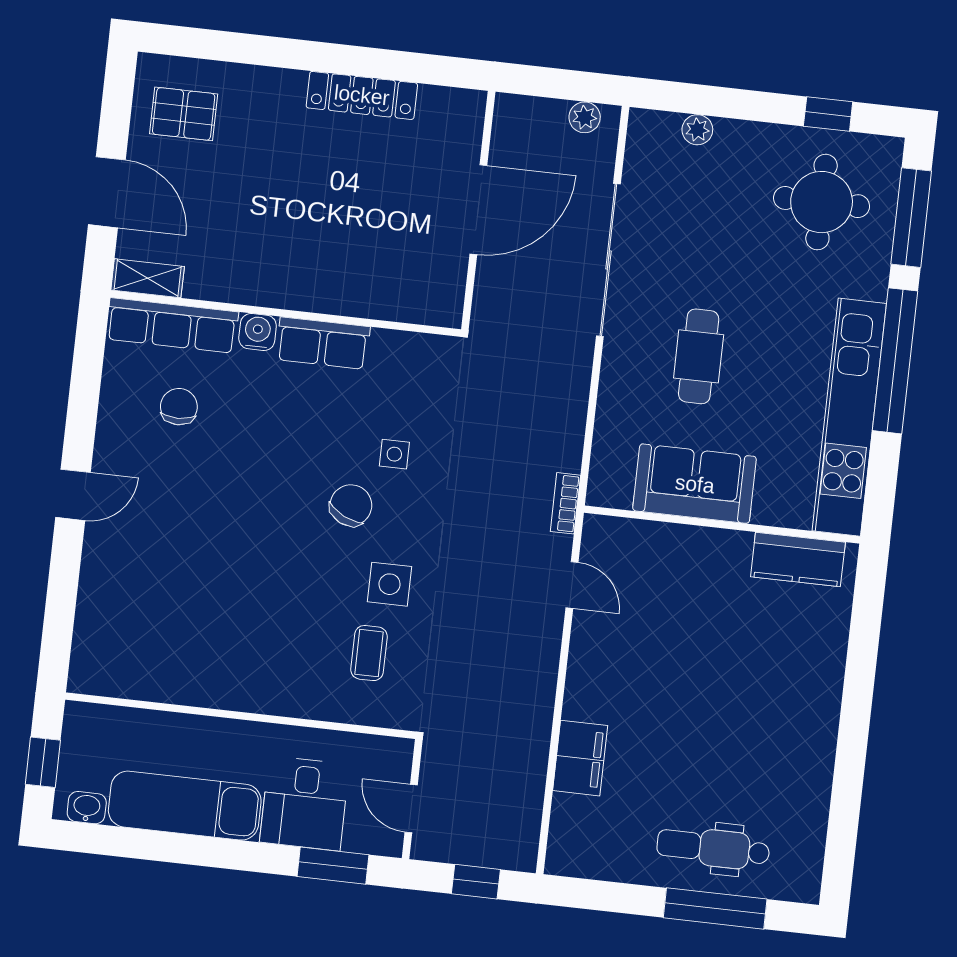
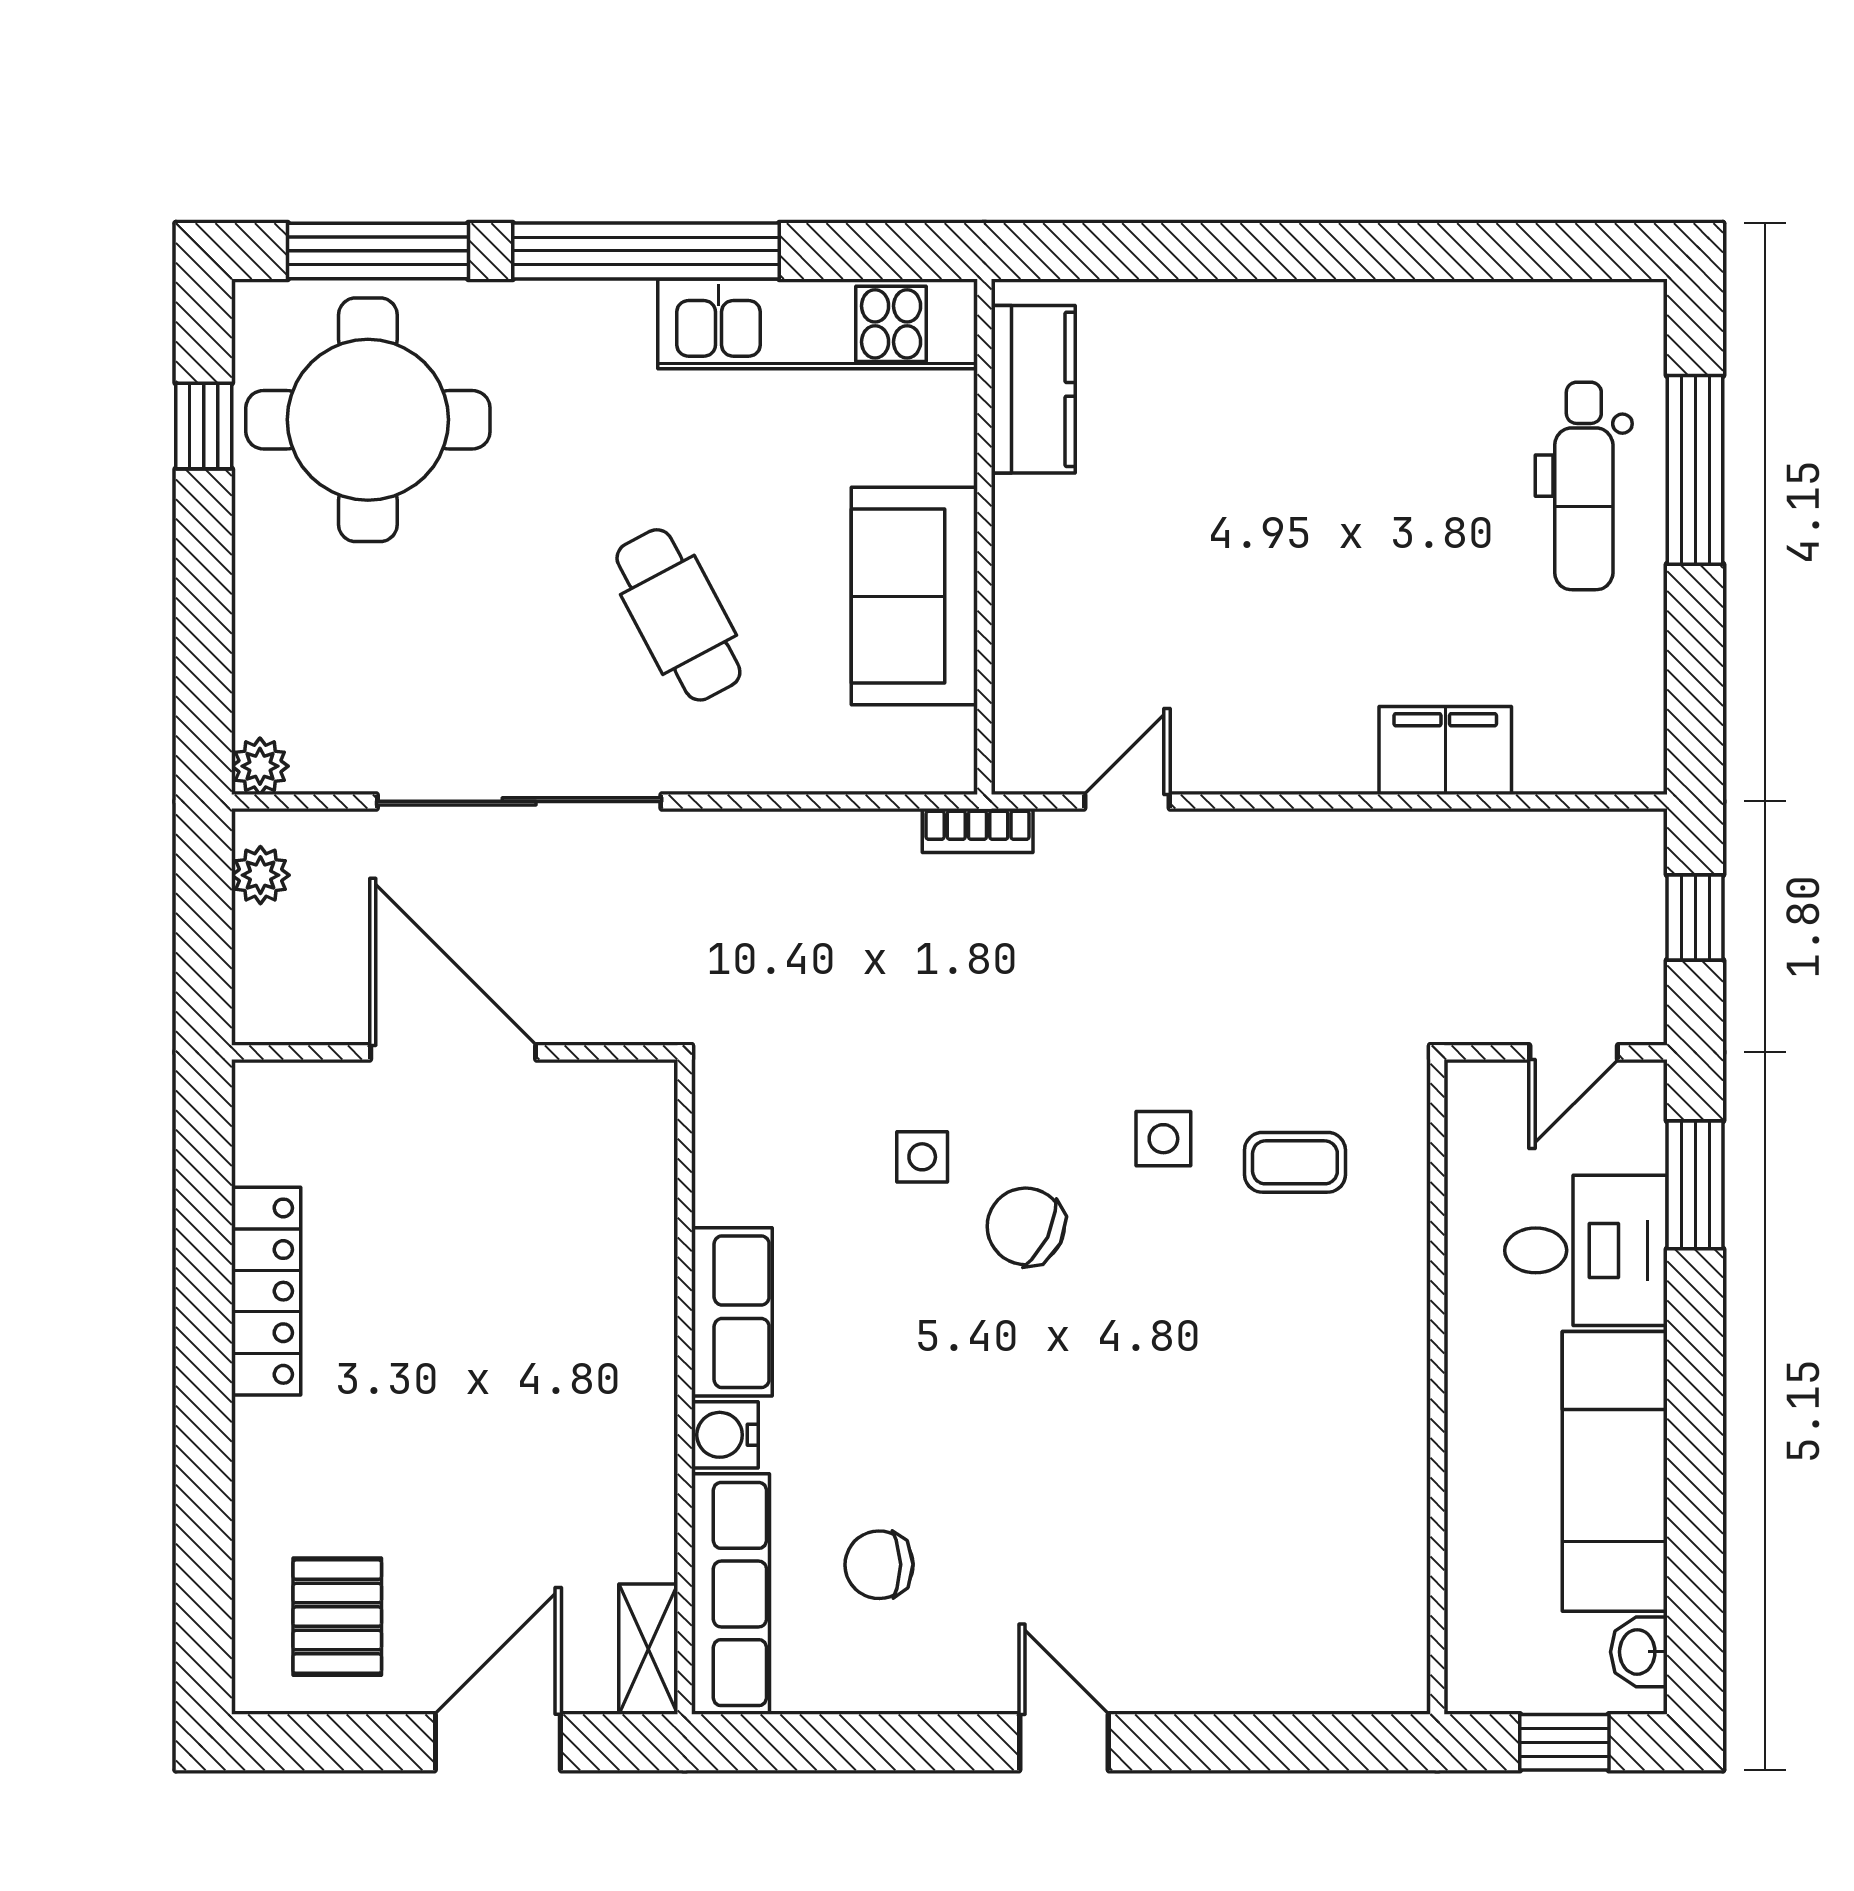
plant: (697, 130) -> (260, 766), moved
round table: (822, 202) -> (368, 420), width x1.36, depth x1.36
cafe table: (699, 356) -> (678, 615), turned 62
kitchen unit: (849, 417) -> (818, 324), width x0.73
side table: (390, 584) -> (1163, 1139), width x0.73, depth x0.73

